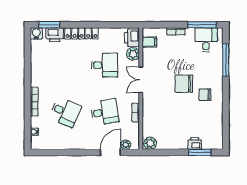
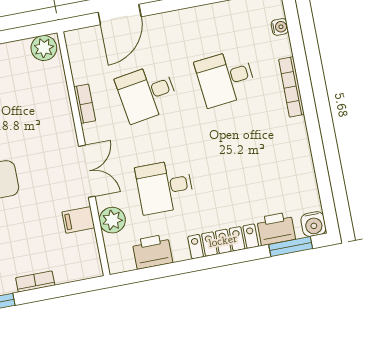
printer: (132, 38) -> (152, 252), moved, turned -90
filing cabinet: (149, 42) -> (78, 220), moved
desk: (65, 112) -> (226, 78), turned -30
plant: (126, 145) -> (92, 36), removed

